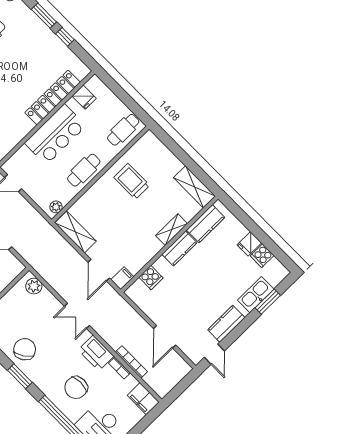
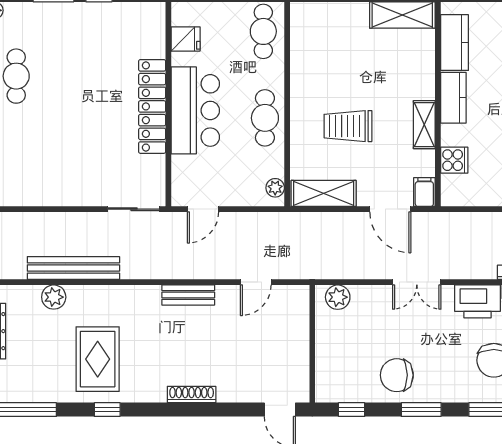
locker: (53, 98) -> (152, 106), moved
trolley: (132, 181) -> (348, 126), moved
shelving: (172, 230) -> (424, 125), moved
chair: (25, 349) -> (397, 375), turned -56

